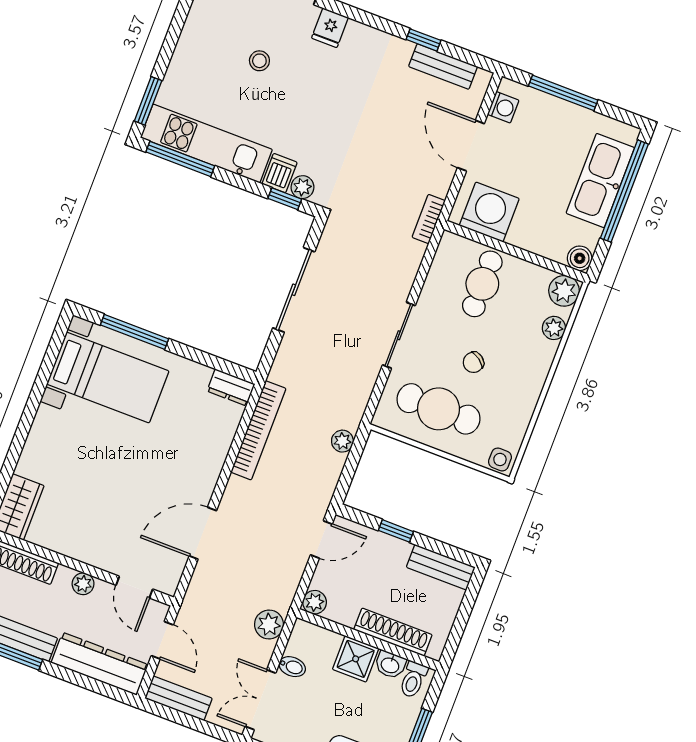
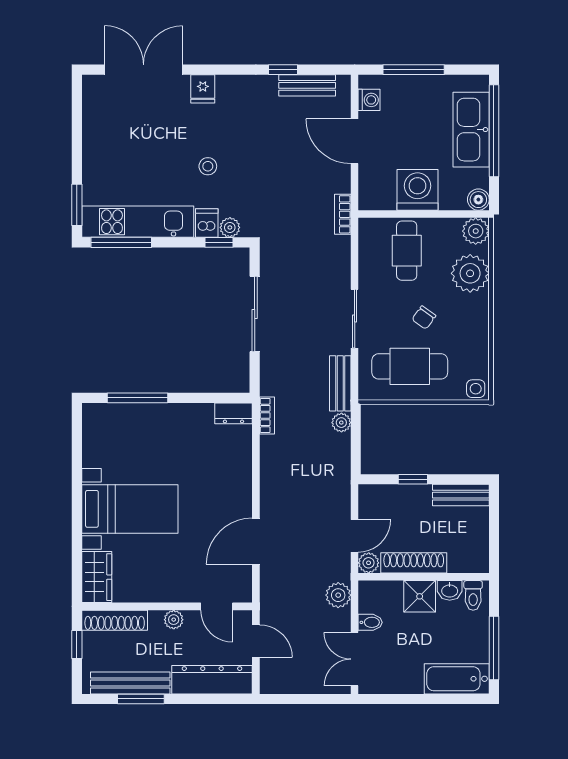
stool: (259, 61) -> (208, 166), moved
washing machine: (489, 212) -> (418, 190), moved
plant: (554, 328) -> (470, 273), width x1.87, depth x1.87
bed with nightstands: (108, 378) -> (130, 509), moved
bookcase: (258, 430) -> (267, 415), width x0.43, depth x0.76
door: (321, 539) -> (355, 536), moved
shoe rack: (393, 632) -> (414, 563), moved
bench: (179, 698) -> (340, 383), moved, turned 90

